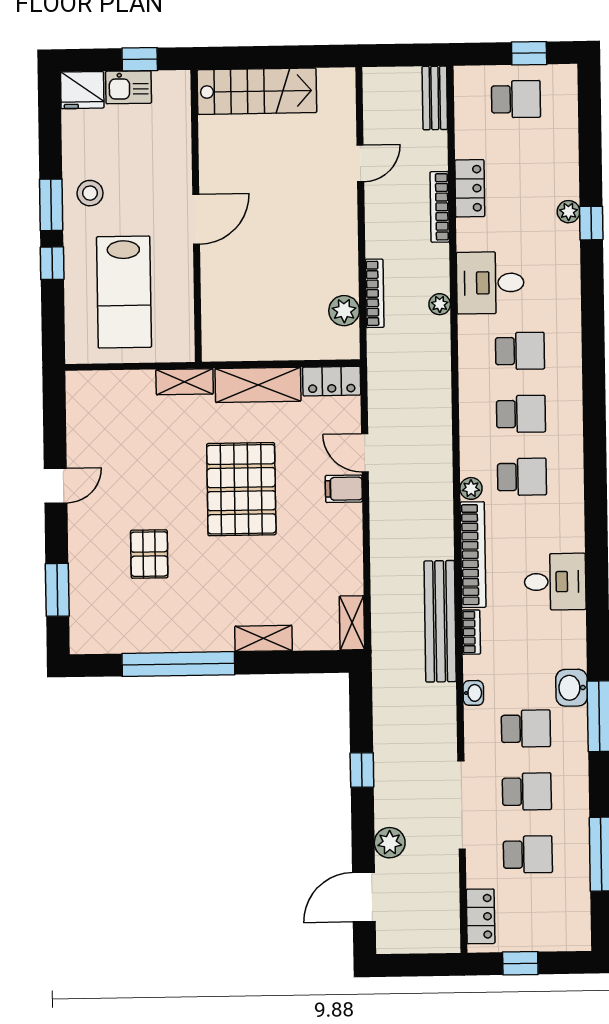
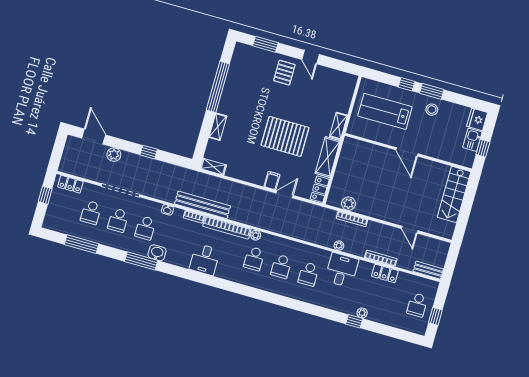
pallet: (149, 554) -> (284, 73), moved, turned 90

